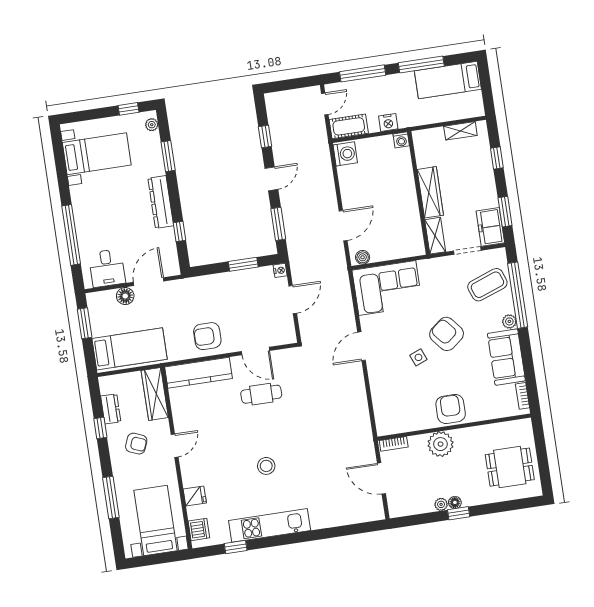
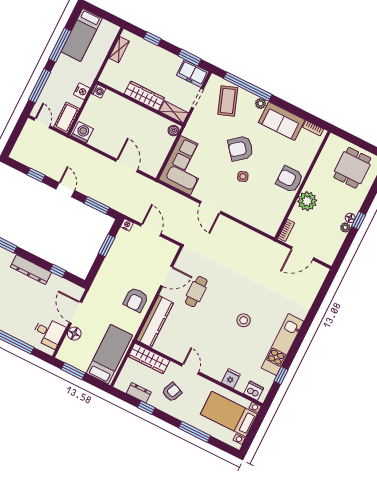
boiler: (363, 257) -> (174, 131), moved

